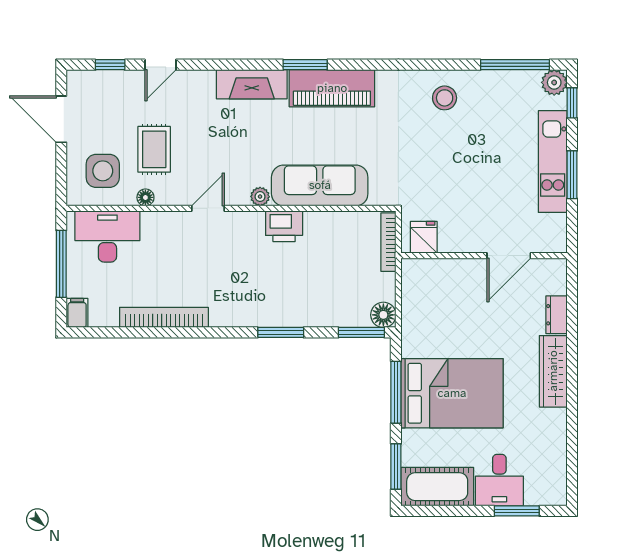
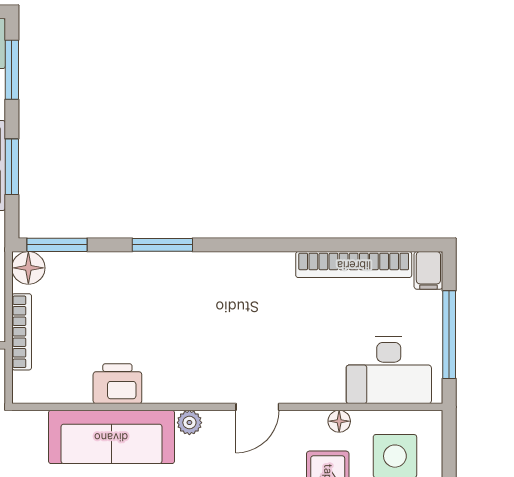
printer: (284, 226) -> (117, 384), moved
bookcase: (388, 242) -> (22, 332), moved
bookcase: (164, 317) -> (354, 265), moved
window: (396, 392) -> (12, 167), width x0.69

